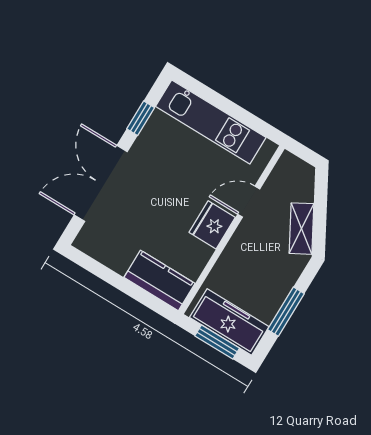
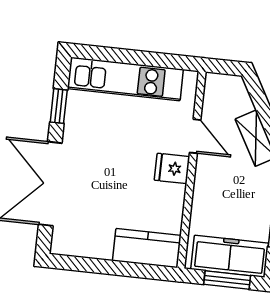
door: (249, 202) -> (195, 136), swing flipped
fridge: (212, 225) -> (172, 168), width x0.72

